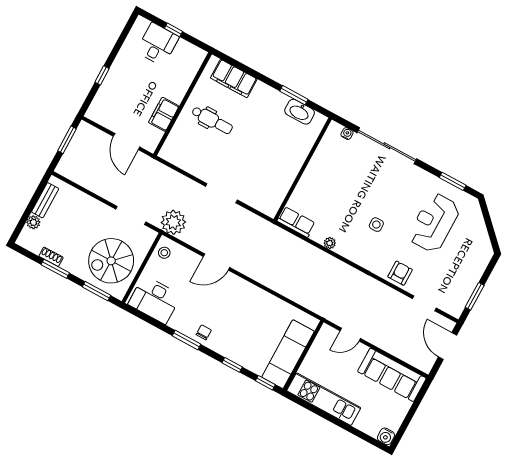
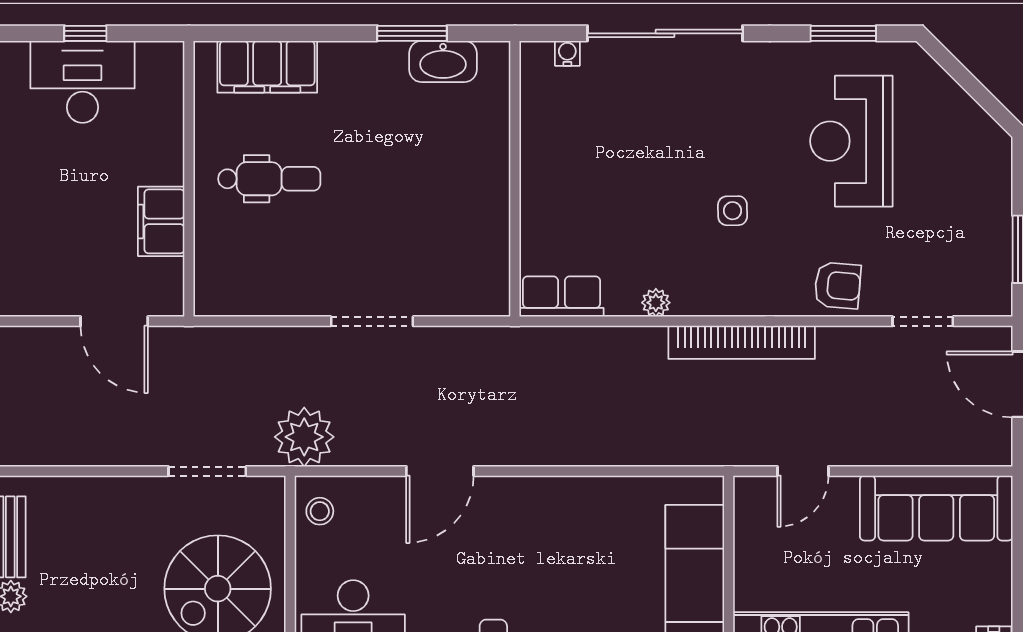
desk: (158, 44) -> (83, 82), width x1.37
armchair: (400, 273) -> (838, 285), turned 95
bookcase: (353, 275) -> (742, 342), added

